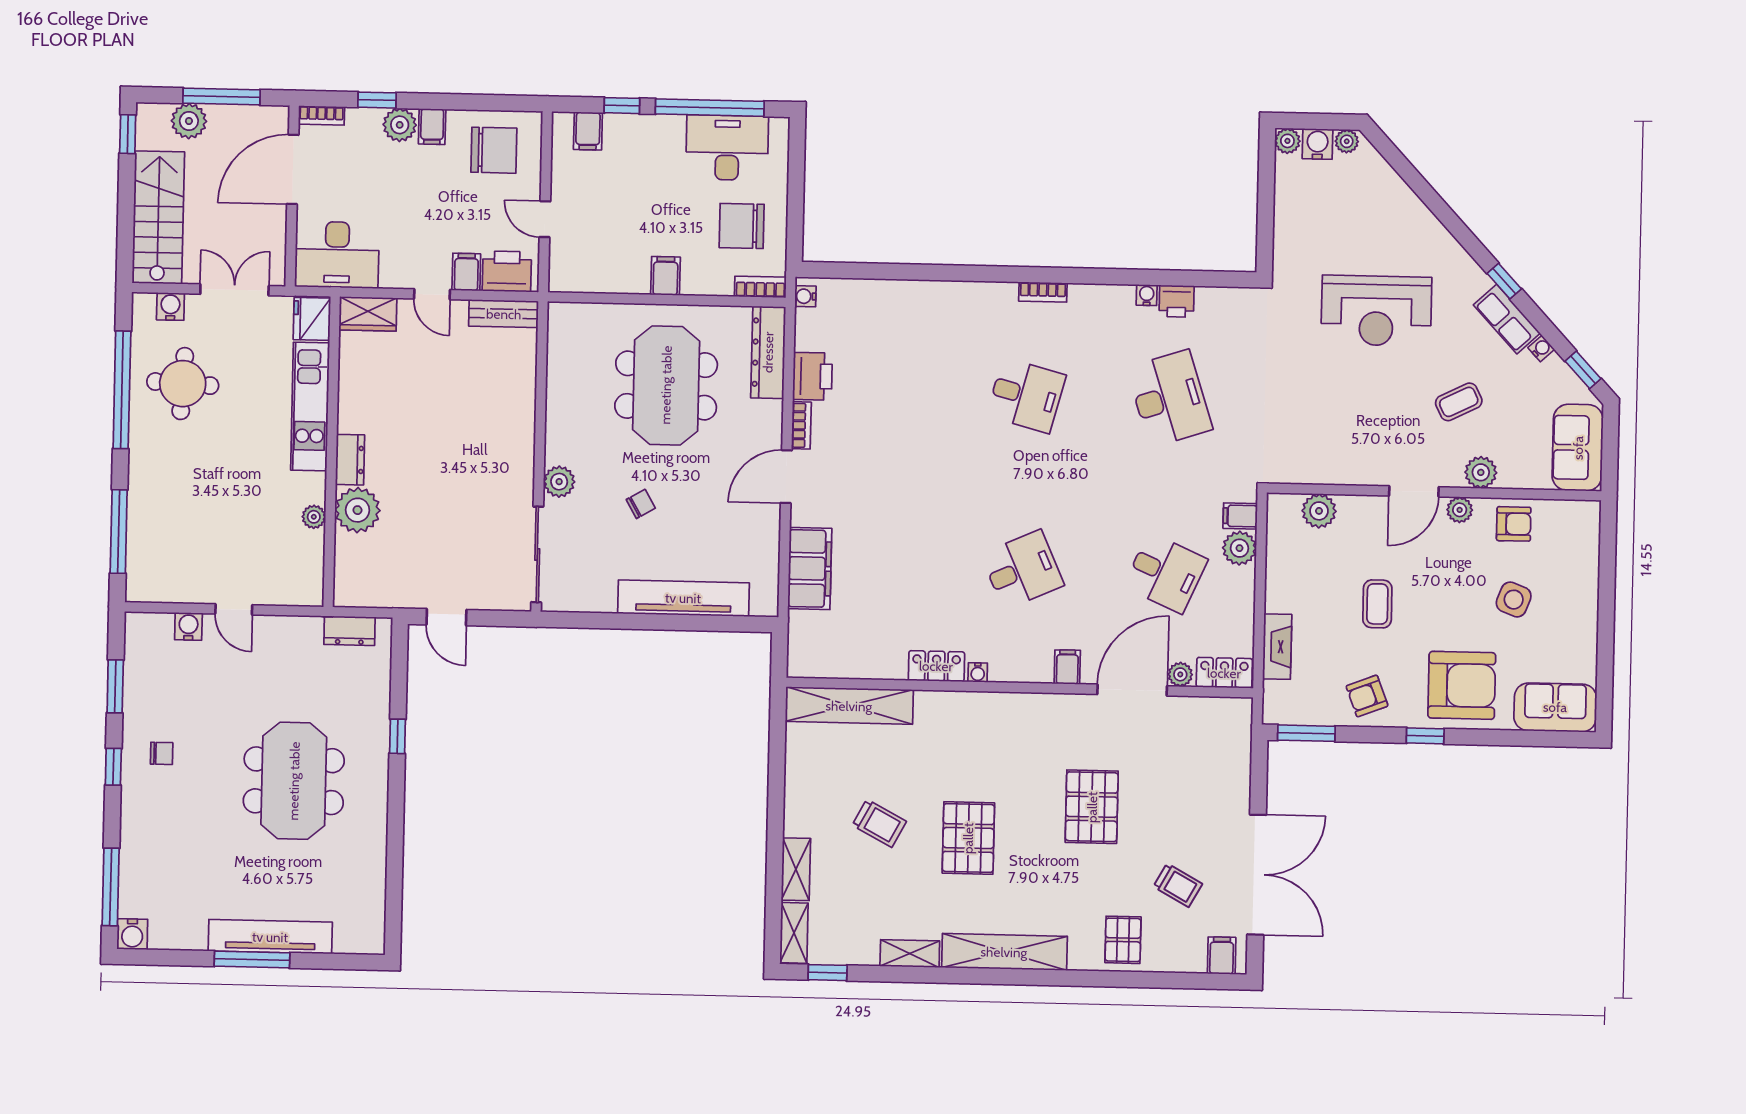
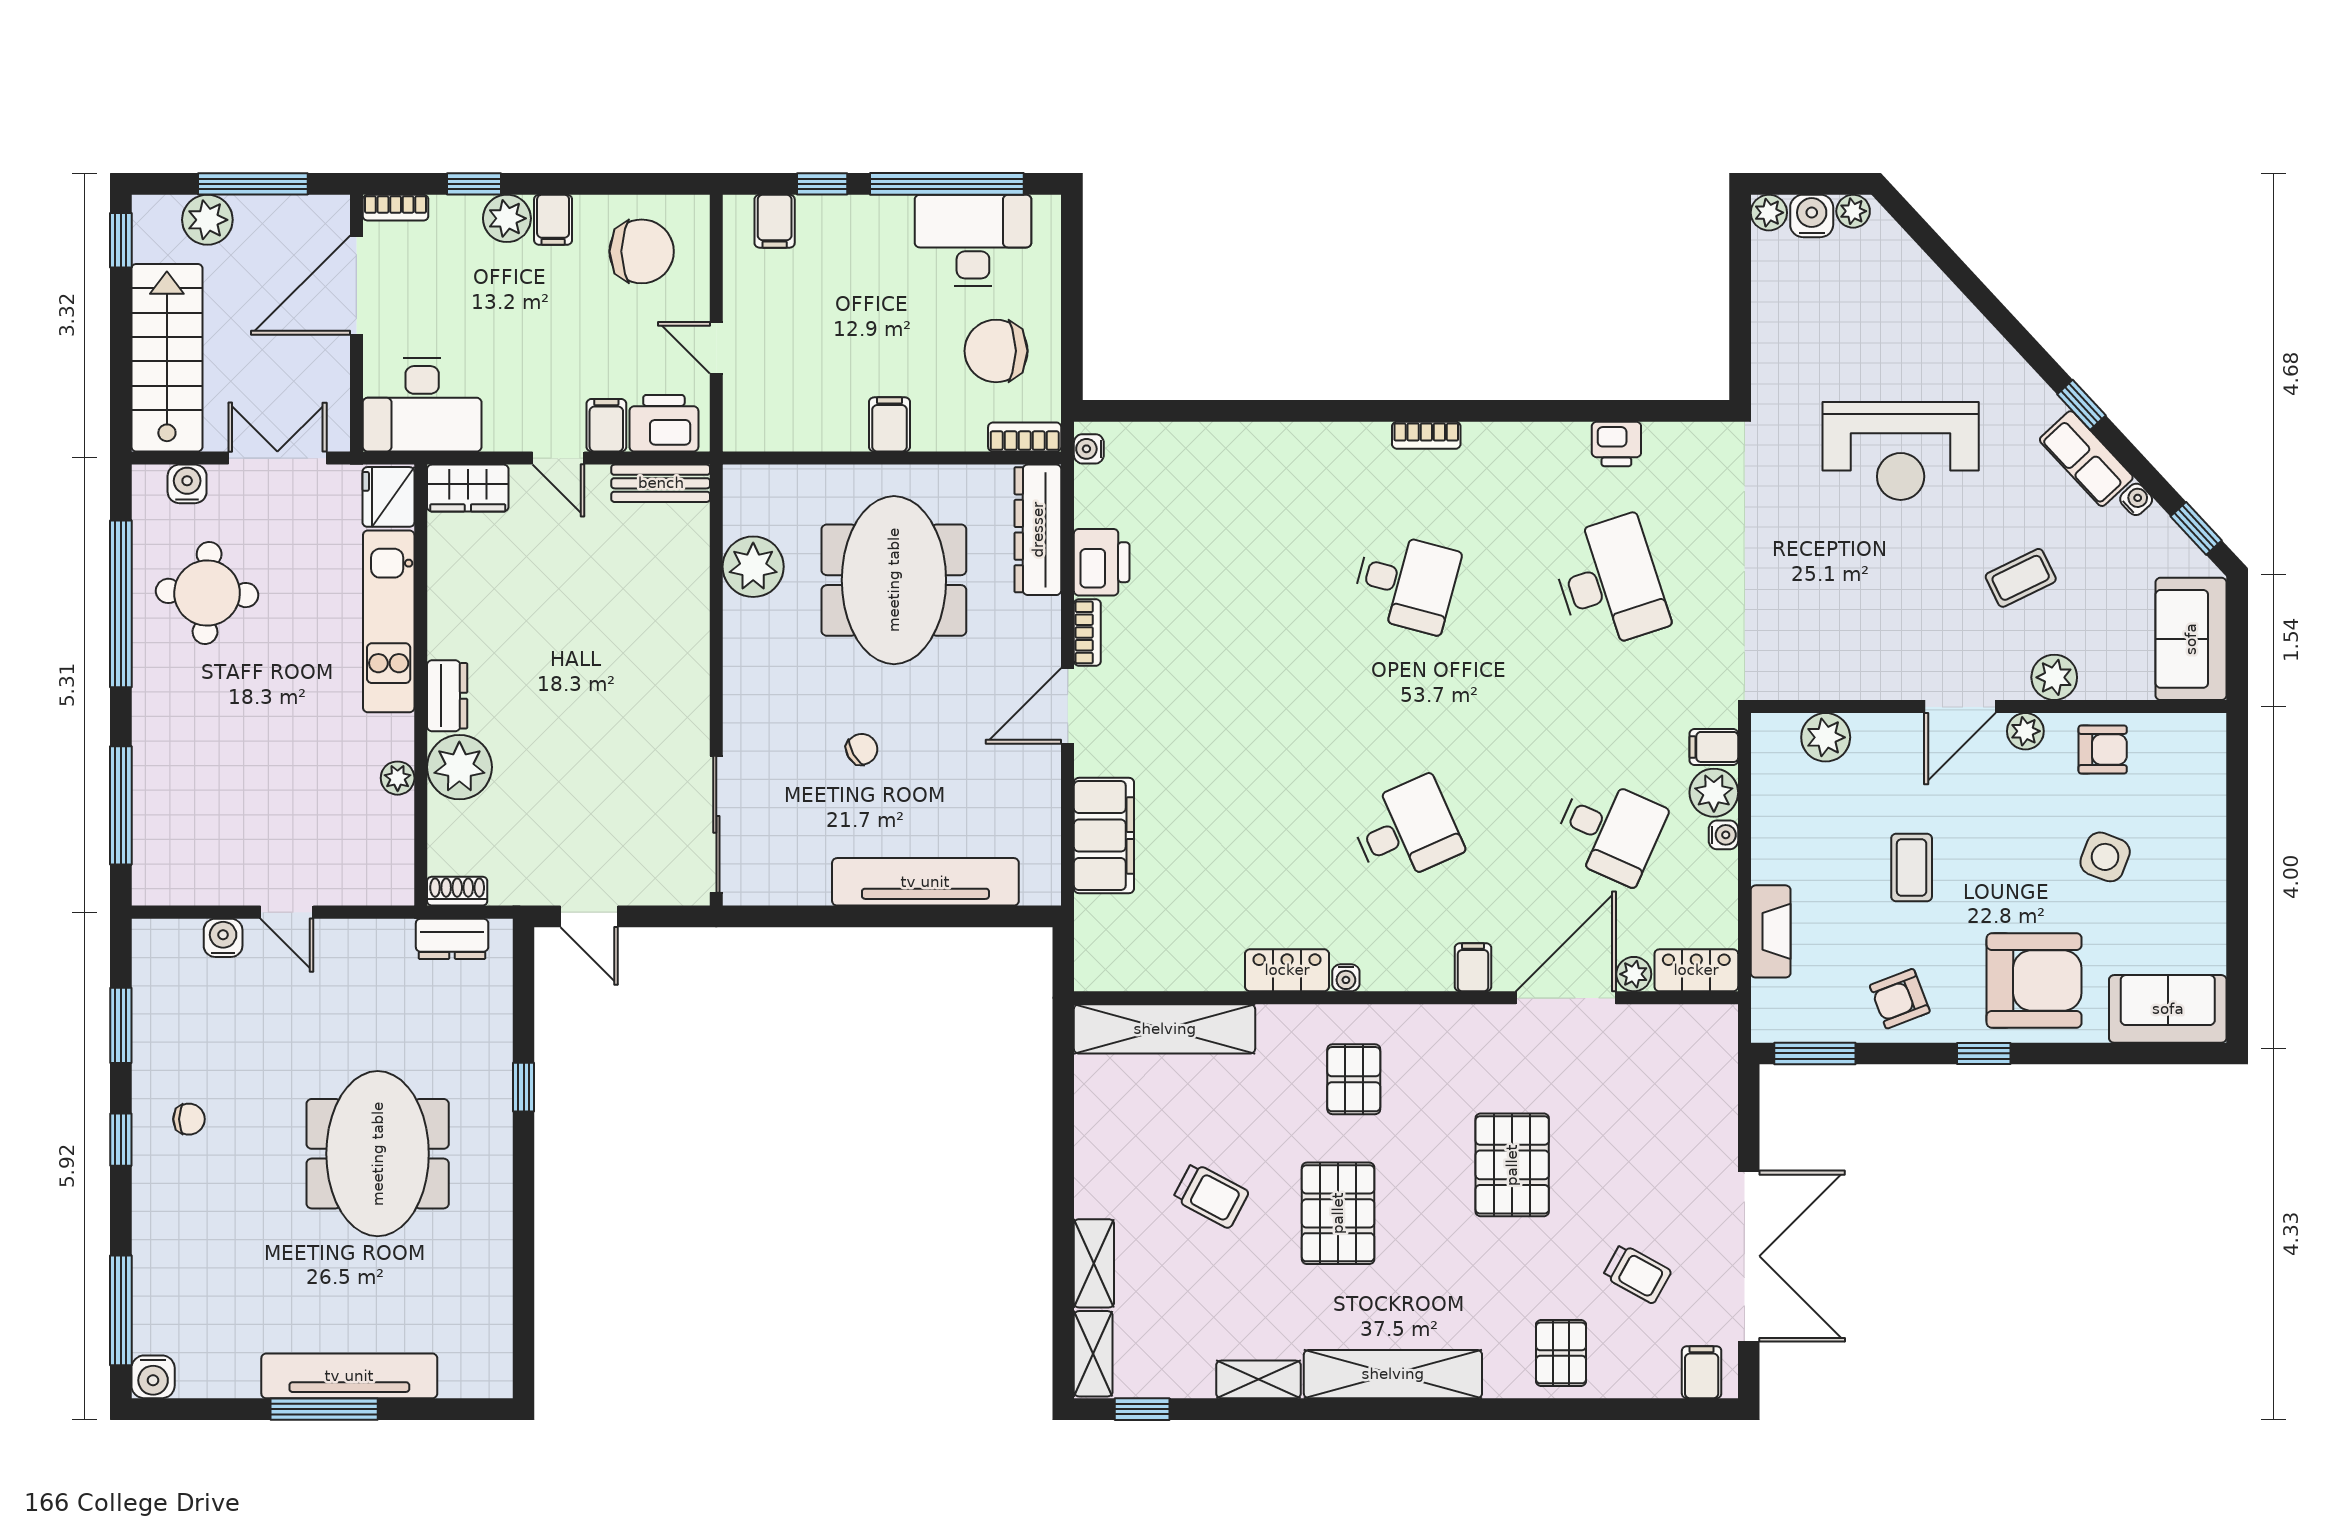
water cooler: (1147, 295) -> (1723, 835), moved, turned 90
plant: (559, 482) -> (753, 567), moved, width x1.36, depth x1.36
shoe rack: (354, 597) -> (457, 891), added
pallet: (982, 744) -> (1354, 1079), added

